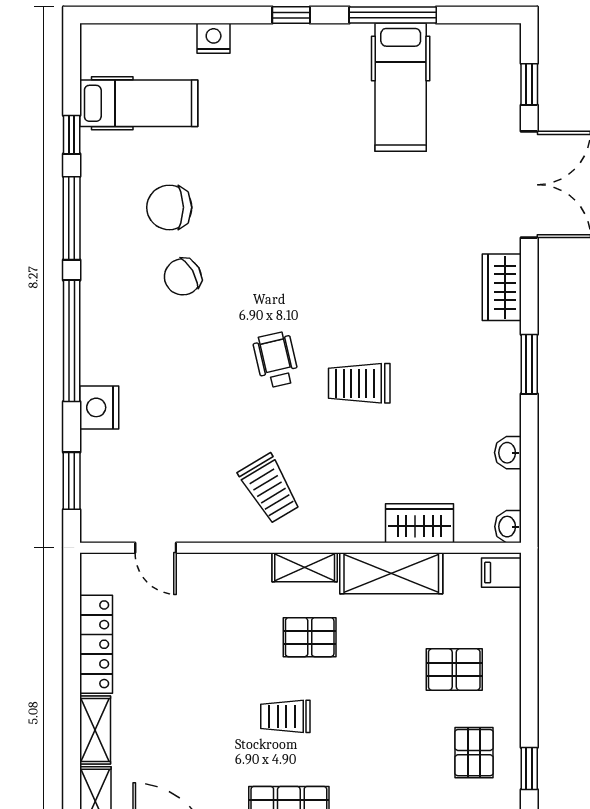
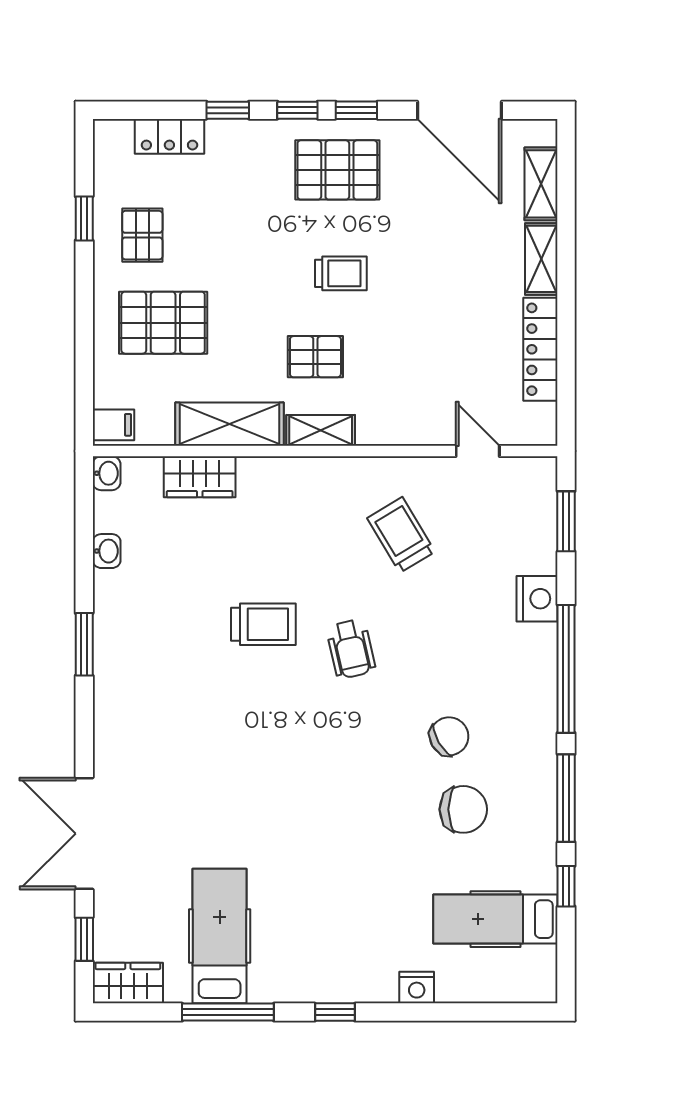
wardrobe: (502, 287) -> (128, 983), moved, turned -90
trolley: (269, 489) -> (401, 535), moved
pallet: (454, 670) -> (163, 323), width x1.50, depth x1.42

